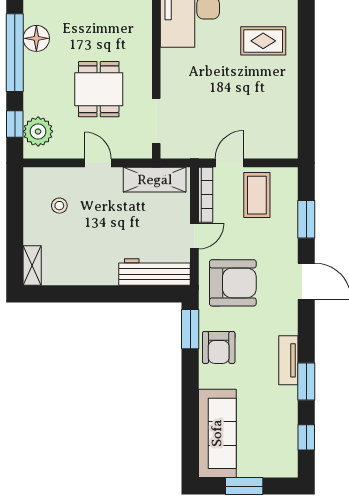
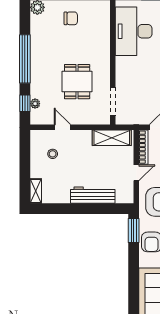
floor lamp: (36, 38) -> (38, 50), removed
plant: (38, 131) -> (35, 104), width x0.53, depth x0.53
door: (98, 163) -> (62, 127), moved
workbench: (154, 272) -> (93, 195), moved

